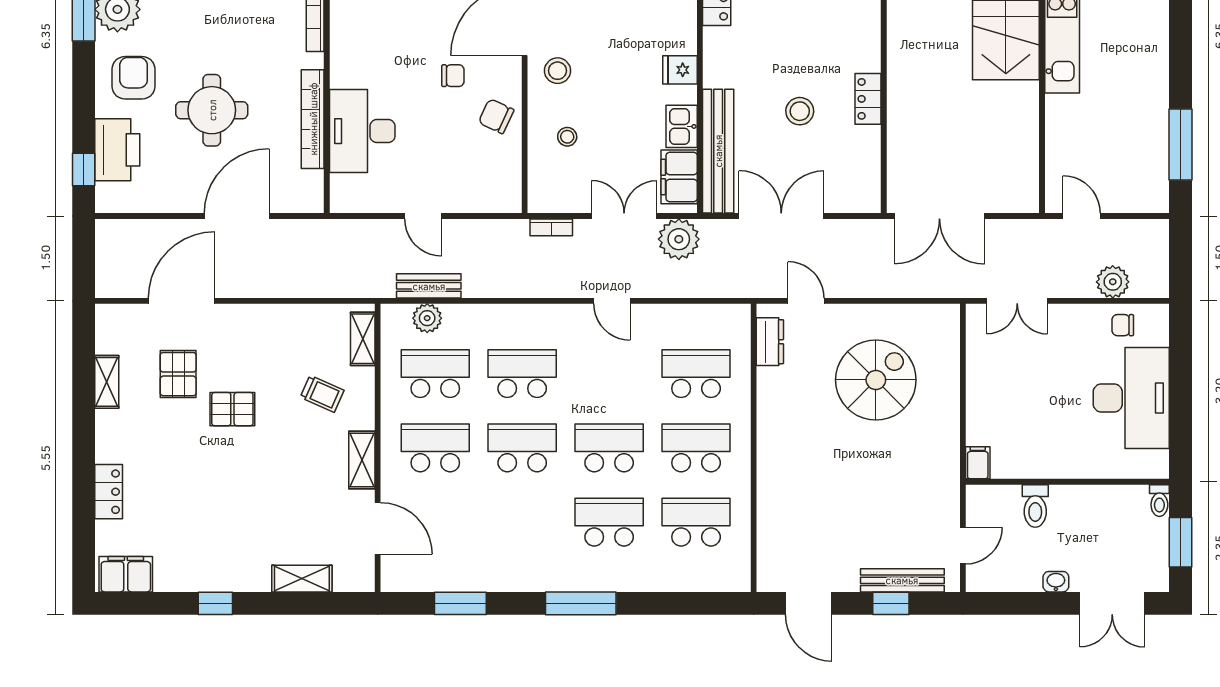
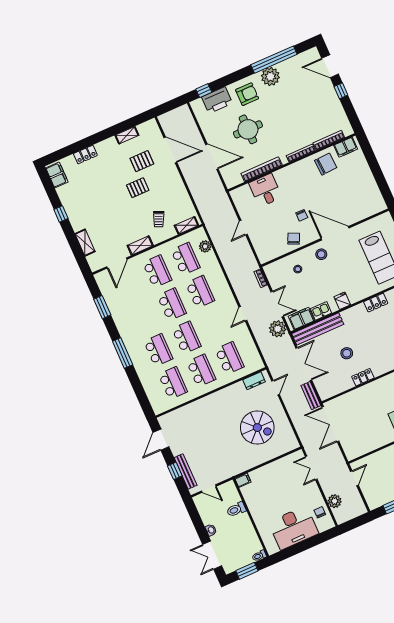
desk: (362, 131) -> (265, 190), width x0.73
bench: (429, 286) -> (311, 396), moved
pallet: (232, 409) -> (138, 188), turned 90

